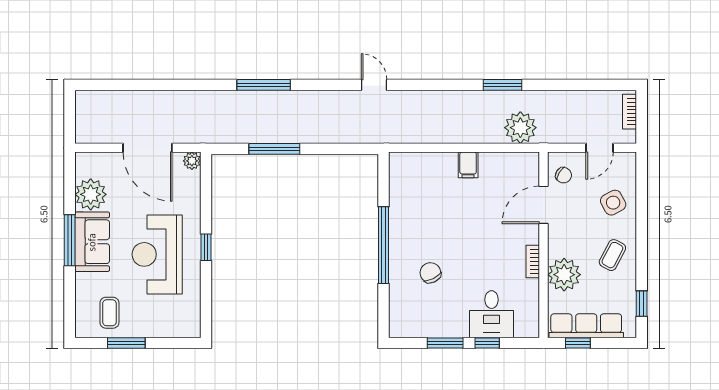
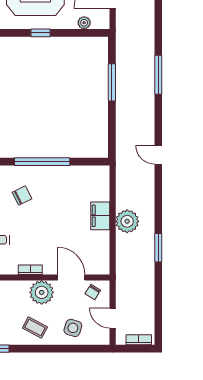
door: (374, 85) -> (158, 155), swing flipped
plant: (520, 128) -> (127, 221), moved
plant: (192, 161) -> (84, 23), moved
filing cabinet: (468, 165) -> (100, 216), width x2.00
side table: (613, 203) -> (73, 328), turned 45
plant: (564, 275) -> (42, 292), moved

